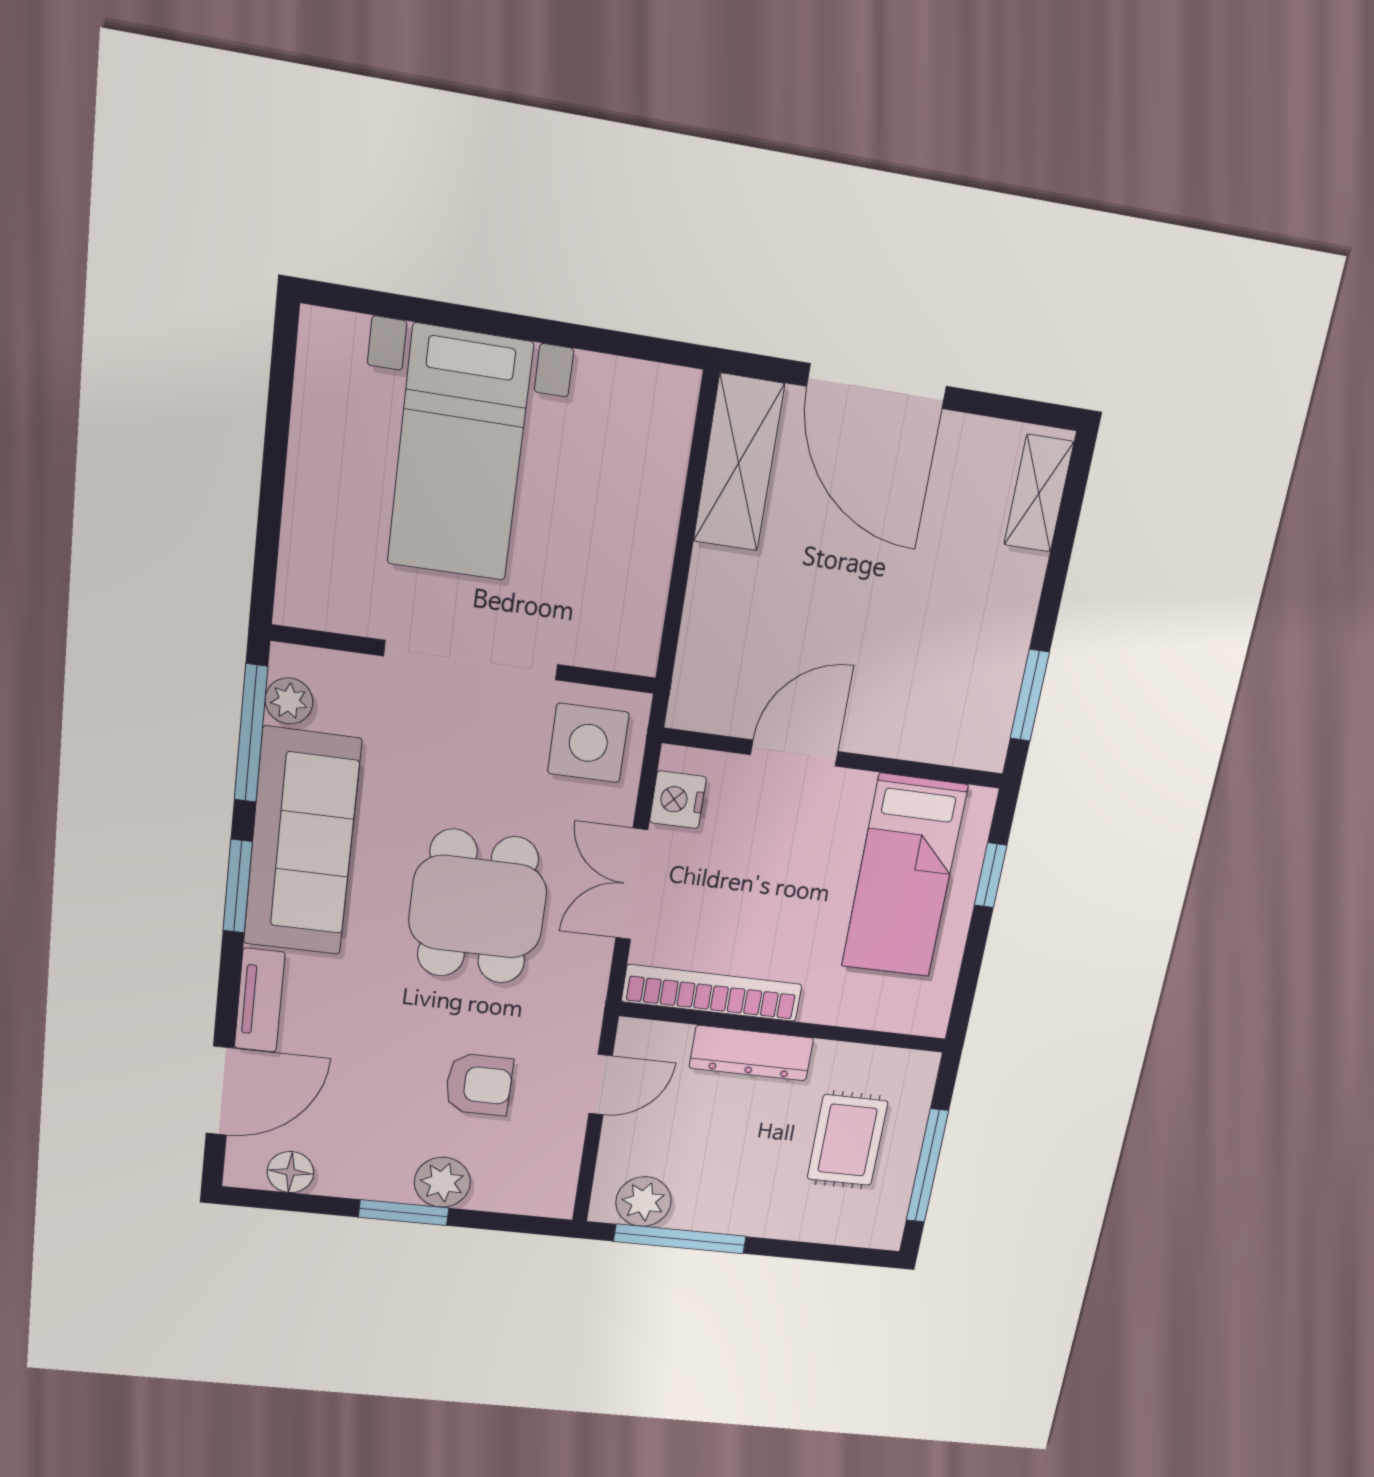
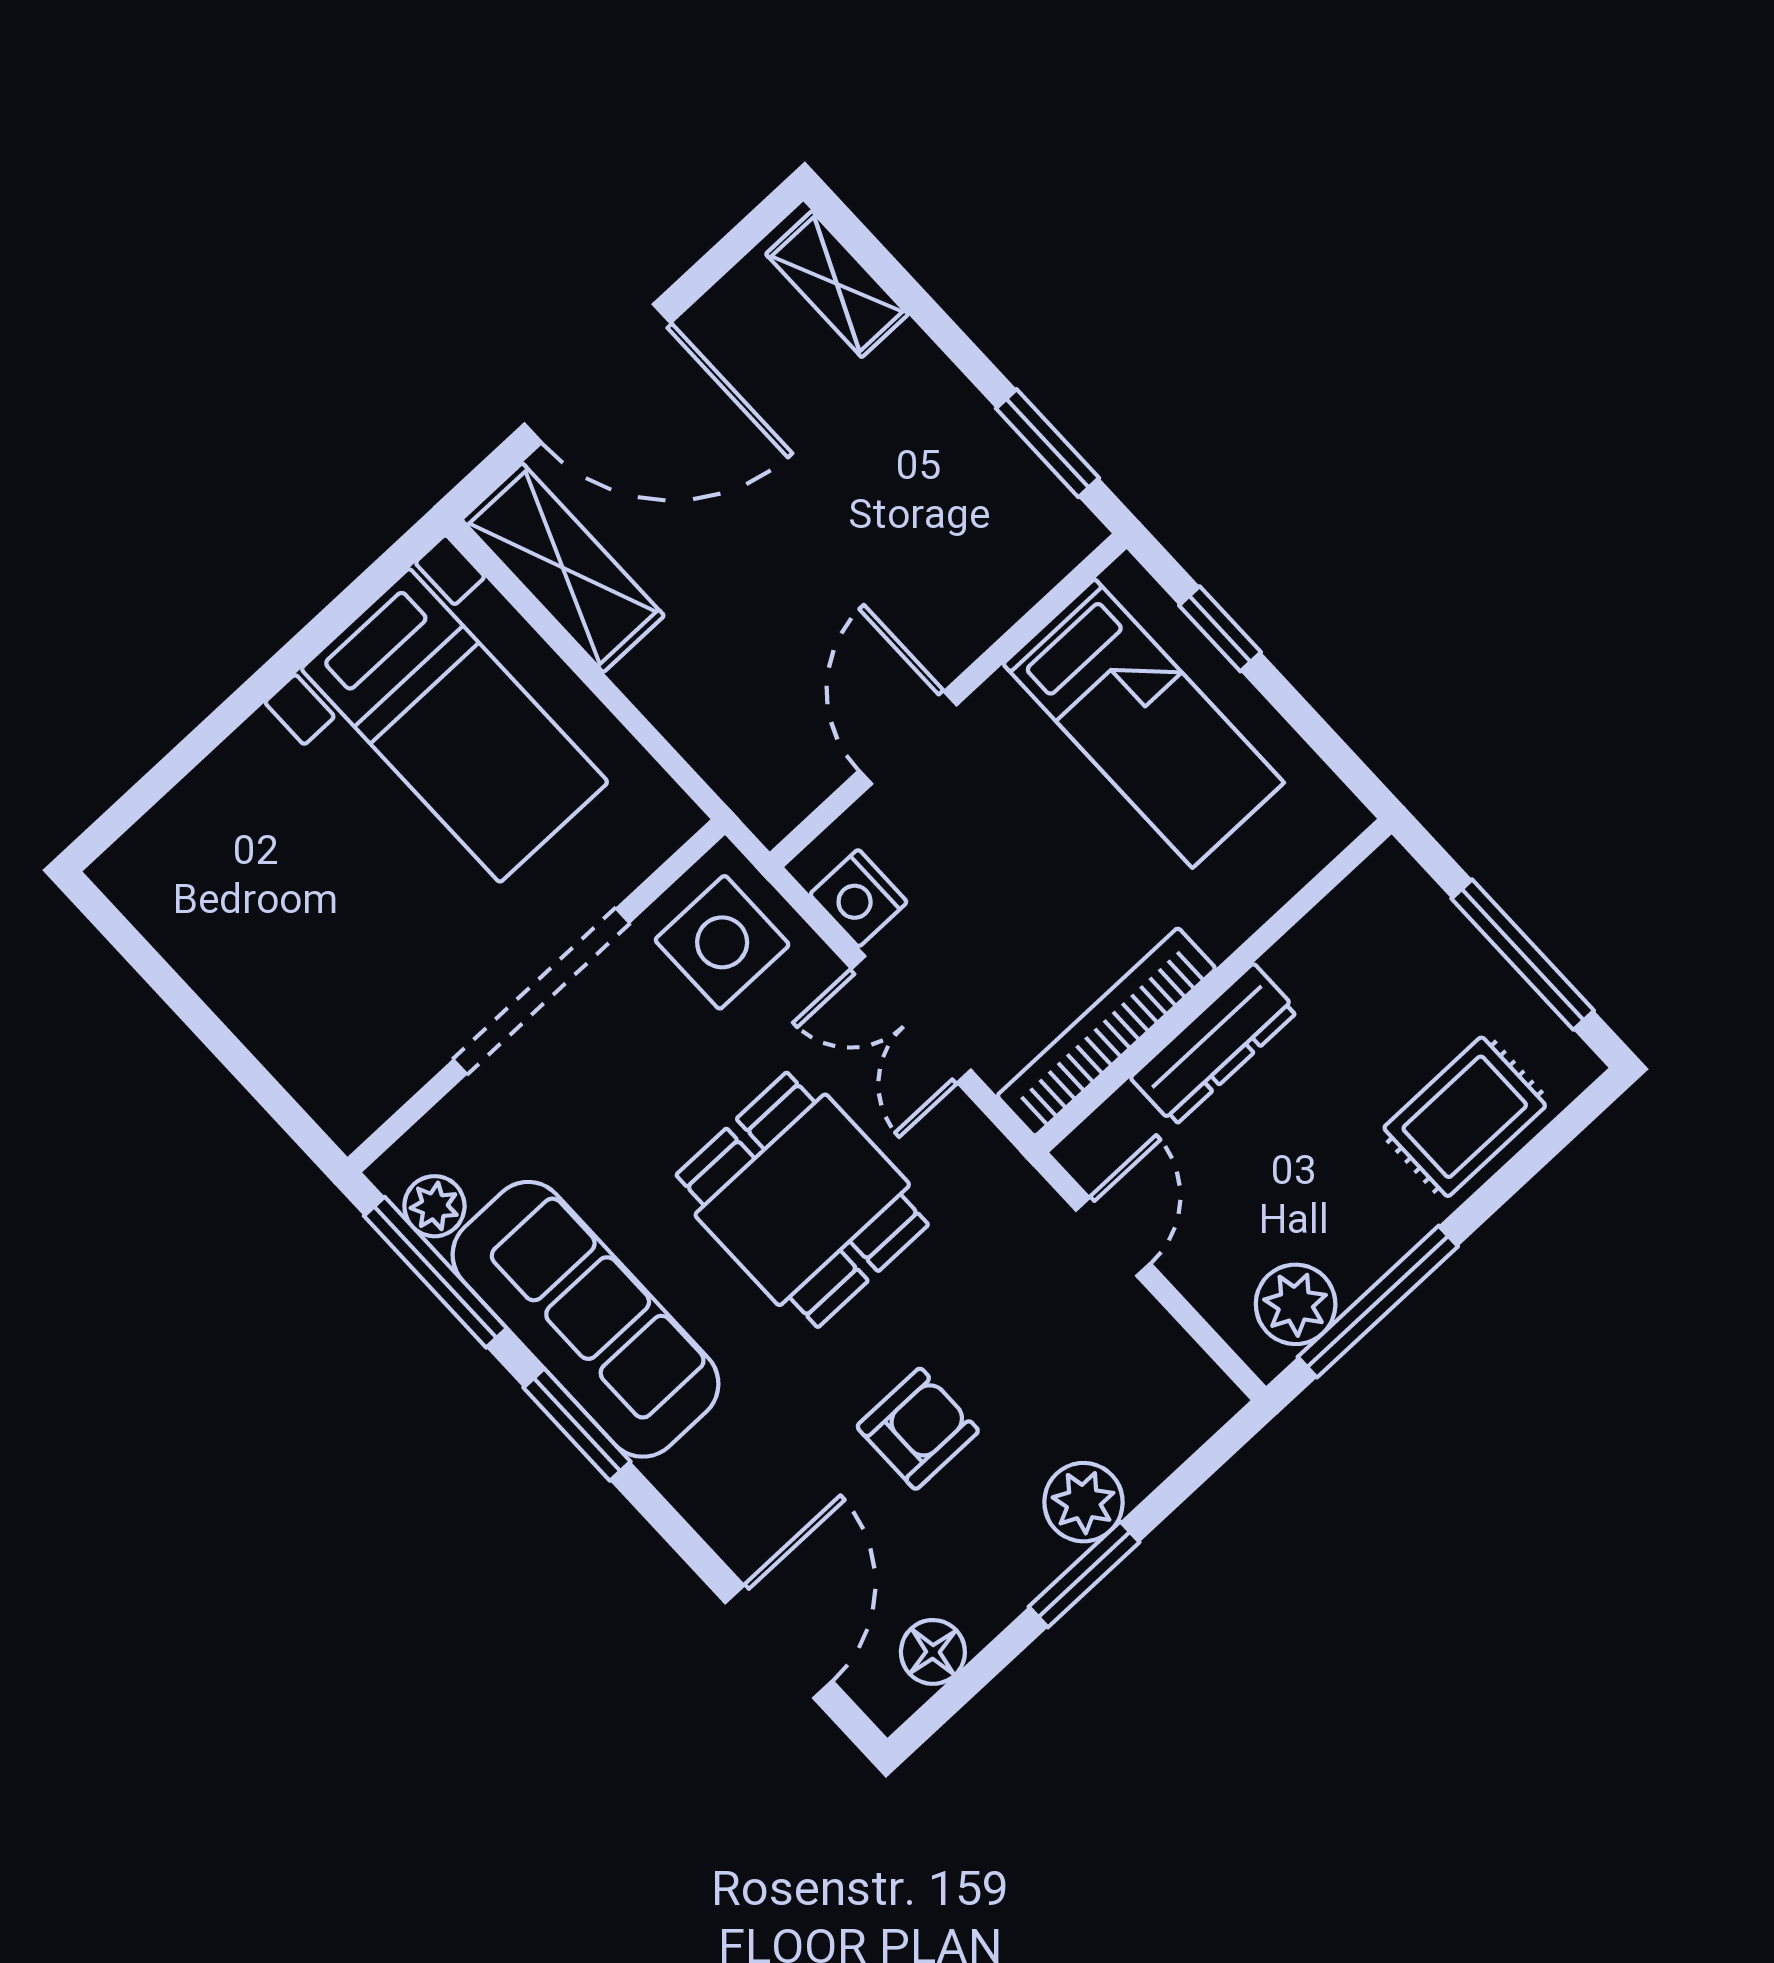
bed with nightstands: (460, 454) -> (455, 725), moved
tv unit: (260, 1000) -> (715, 1511), removed
armchair: (479, 1084) -> (918, 1429), moved
rug: (847, 1140) -> (1465, 1117), moved, turned 90

